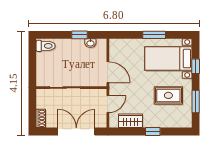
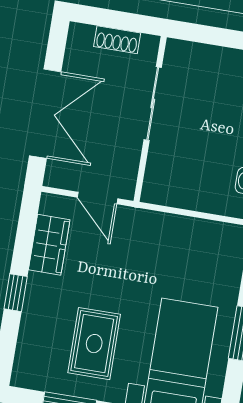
door: (108, 72) -> (172, 210), removed
shoe rack: (41, 118) -> (117, 40), moved

